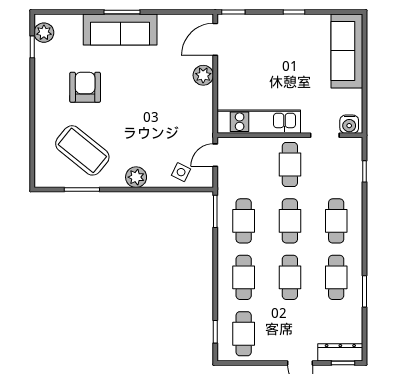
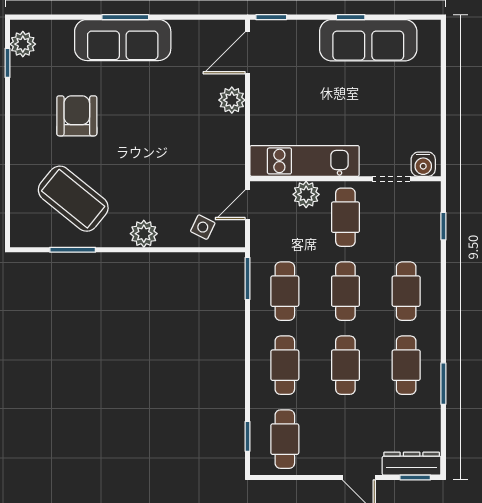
sofa: (347, 51) -> (368, 40), moved, turned -90
plant: (260, 147) -> (306, 194), added

